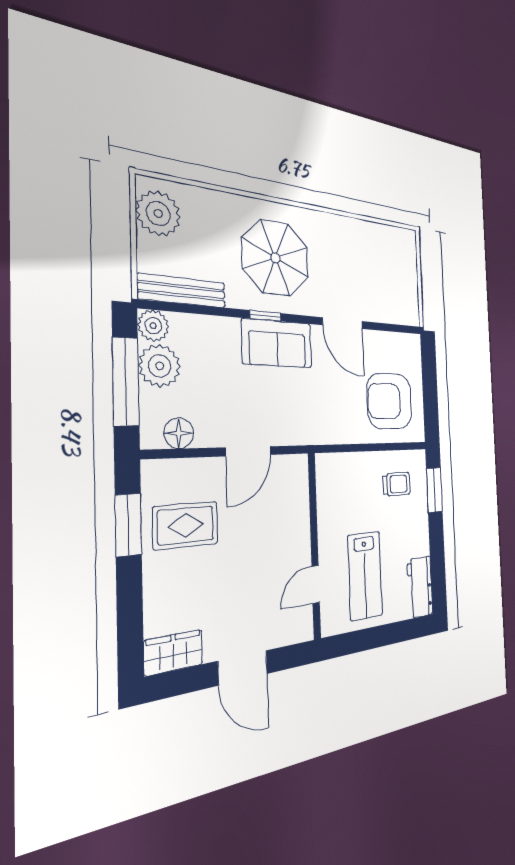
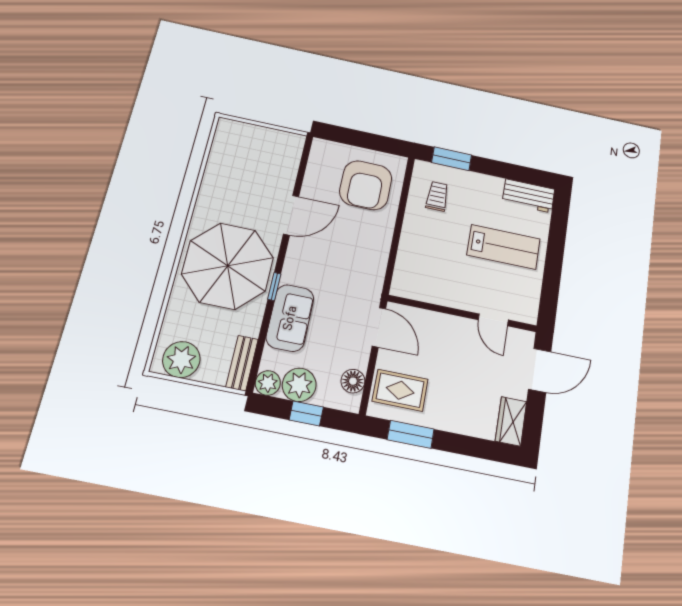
parasol: (275, 258) -> (228, 266), width x1.36, depth x1.36
bench: (182, 291) -> (242, 363), width x0.73
sofa: (277, 343) -> (290, 318), moved
window: (126, 382) -> (306, 413), width x0.46
rug: (186, 525) -> (400, 390), moved, turned 90
wall: (314, 546) -> (462, 313), moved
door: (316, 584) -> (493, 320), moved

